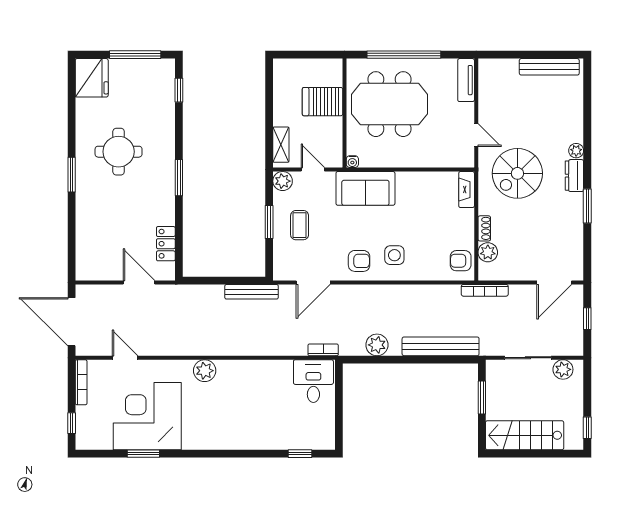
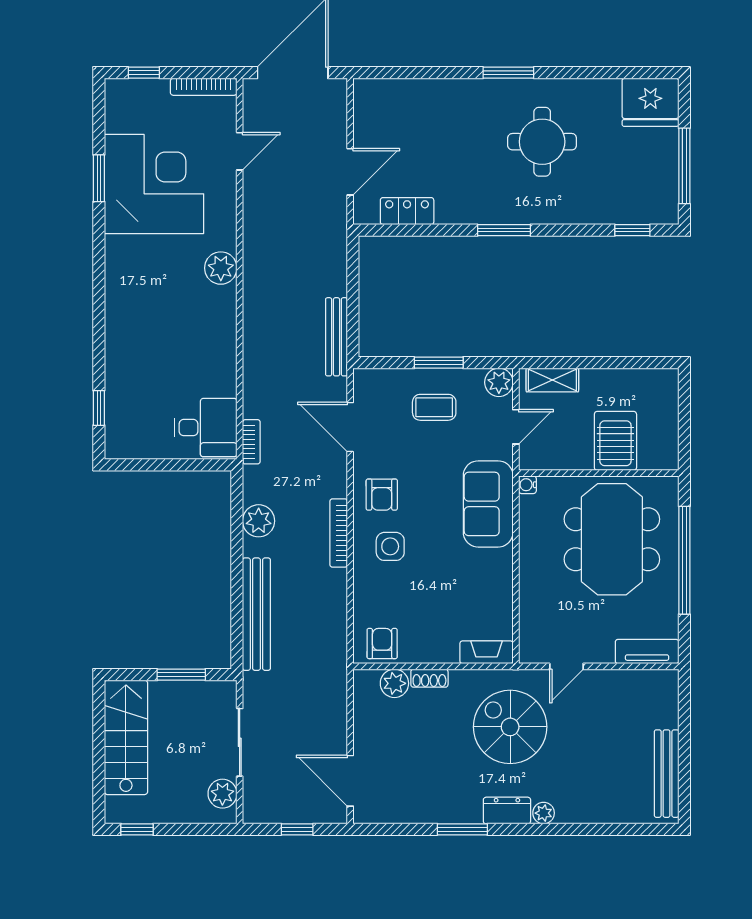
bookcase: (485, 290) -> (339, 533), moved

